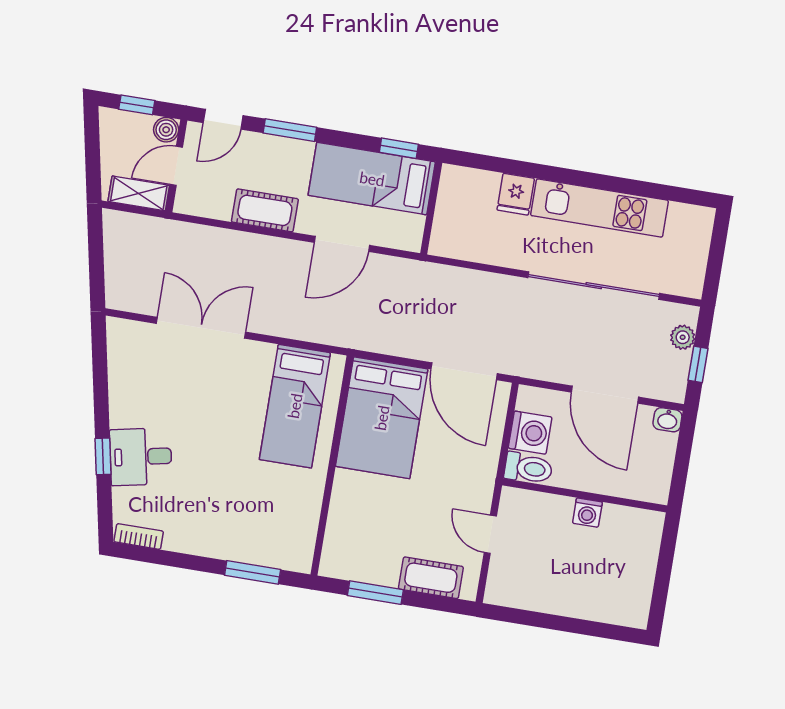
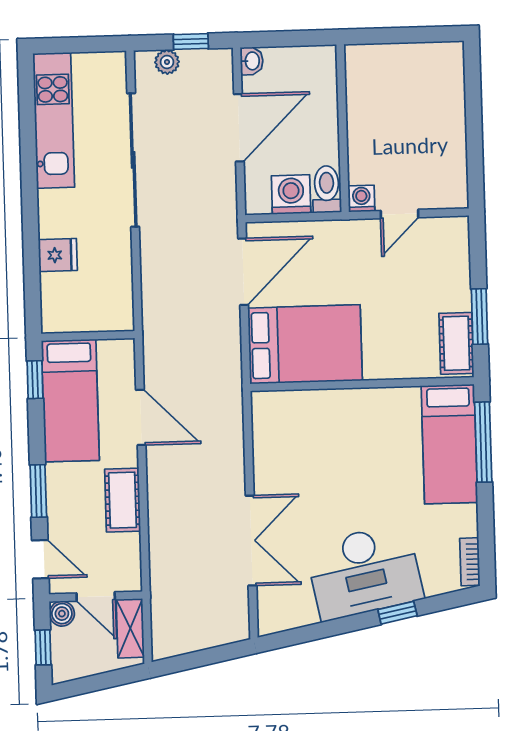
kitchen unit: (600, 208) -> (54, 120), moved
double door: (201, 328) -> (251, 541), swing flipped
bed: (295, 406) -> (449, 444), moved, turned 90
desk: (141, 457) -> (364, 572), width x1.87, depth x1.30
washing machine: (587, 513) -> (361, 199), moved, turned -90
window: (253, 572) -> (483, 442), width x1.44
cot: (431, 578) -> (456, 343), moved

